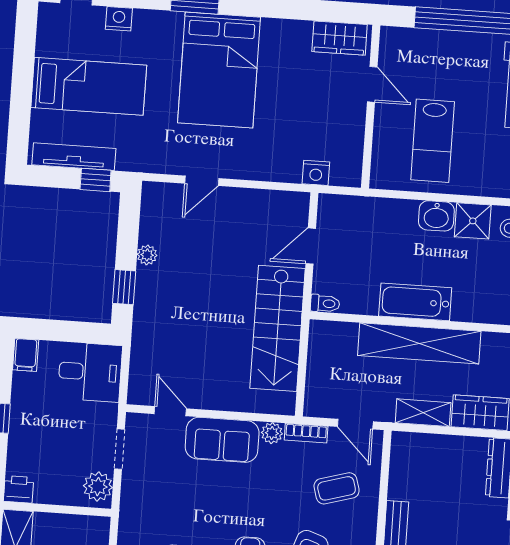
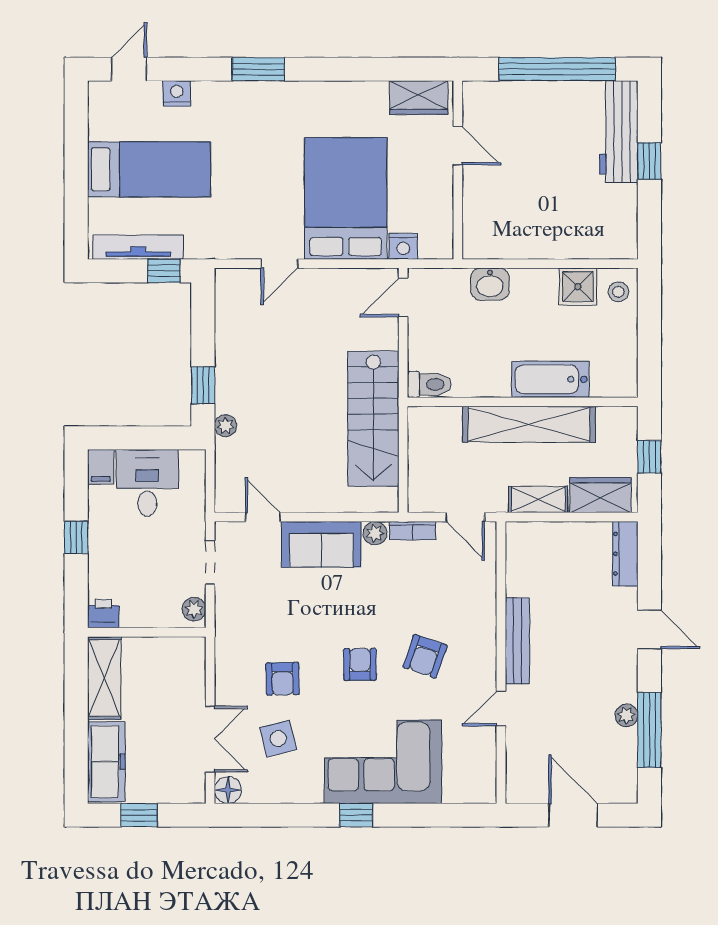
bed: (219, 70) -> (346, 198), moved, turned 180
lab bench: (433, 141) -> (528, 202), removed
washbasin: (436, 216) -> (490, 284), moved
door: (311, 246) -> (403, 297), moved
plant: (147, 255) -> (226, 426), moved
bathtub: (415, 302) -> (551, 379), moved
toilet: (325, 303) -> (429, 384), width x1.37, depth x1.39
desk: (90, 372) -> (147, 483), moved, turned -90
plant: (98, 487) -> (194, 609), width x0.73, depth x0.73
coffee table: (337, 488) -> (450, 589), removed

